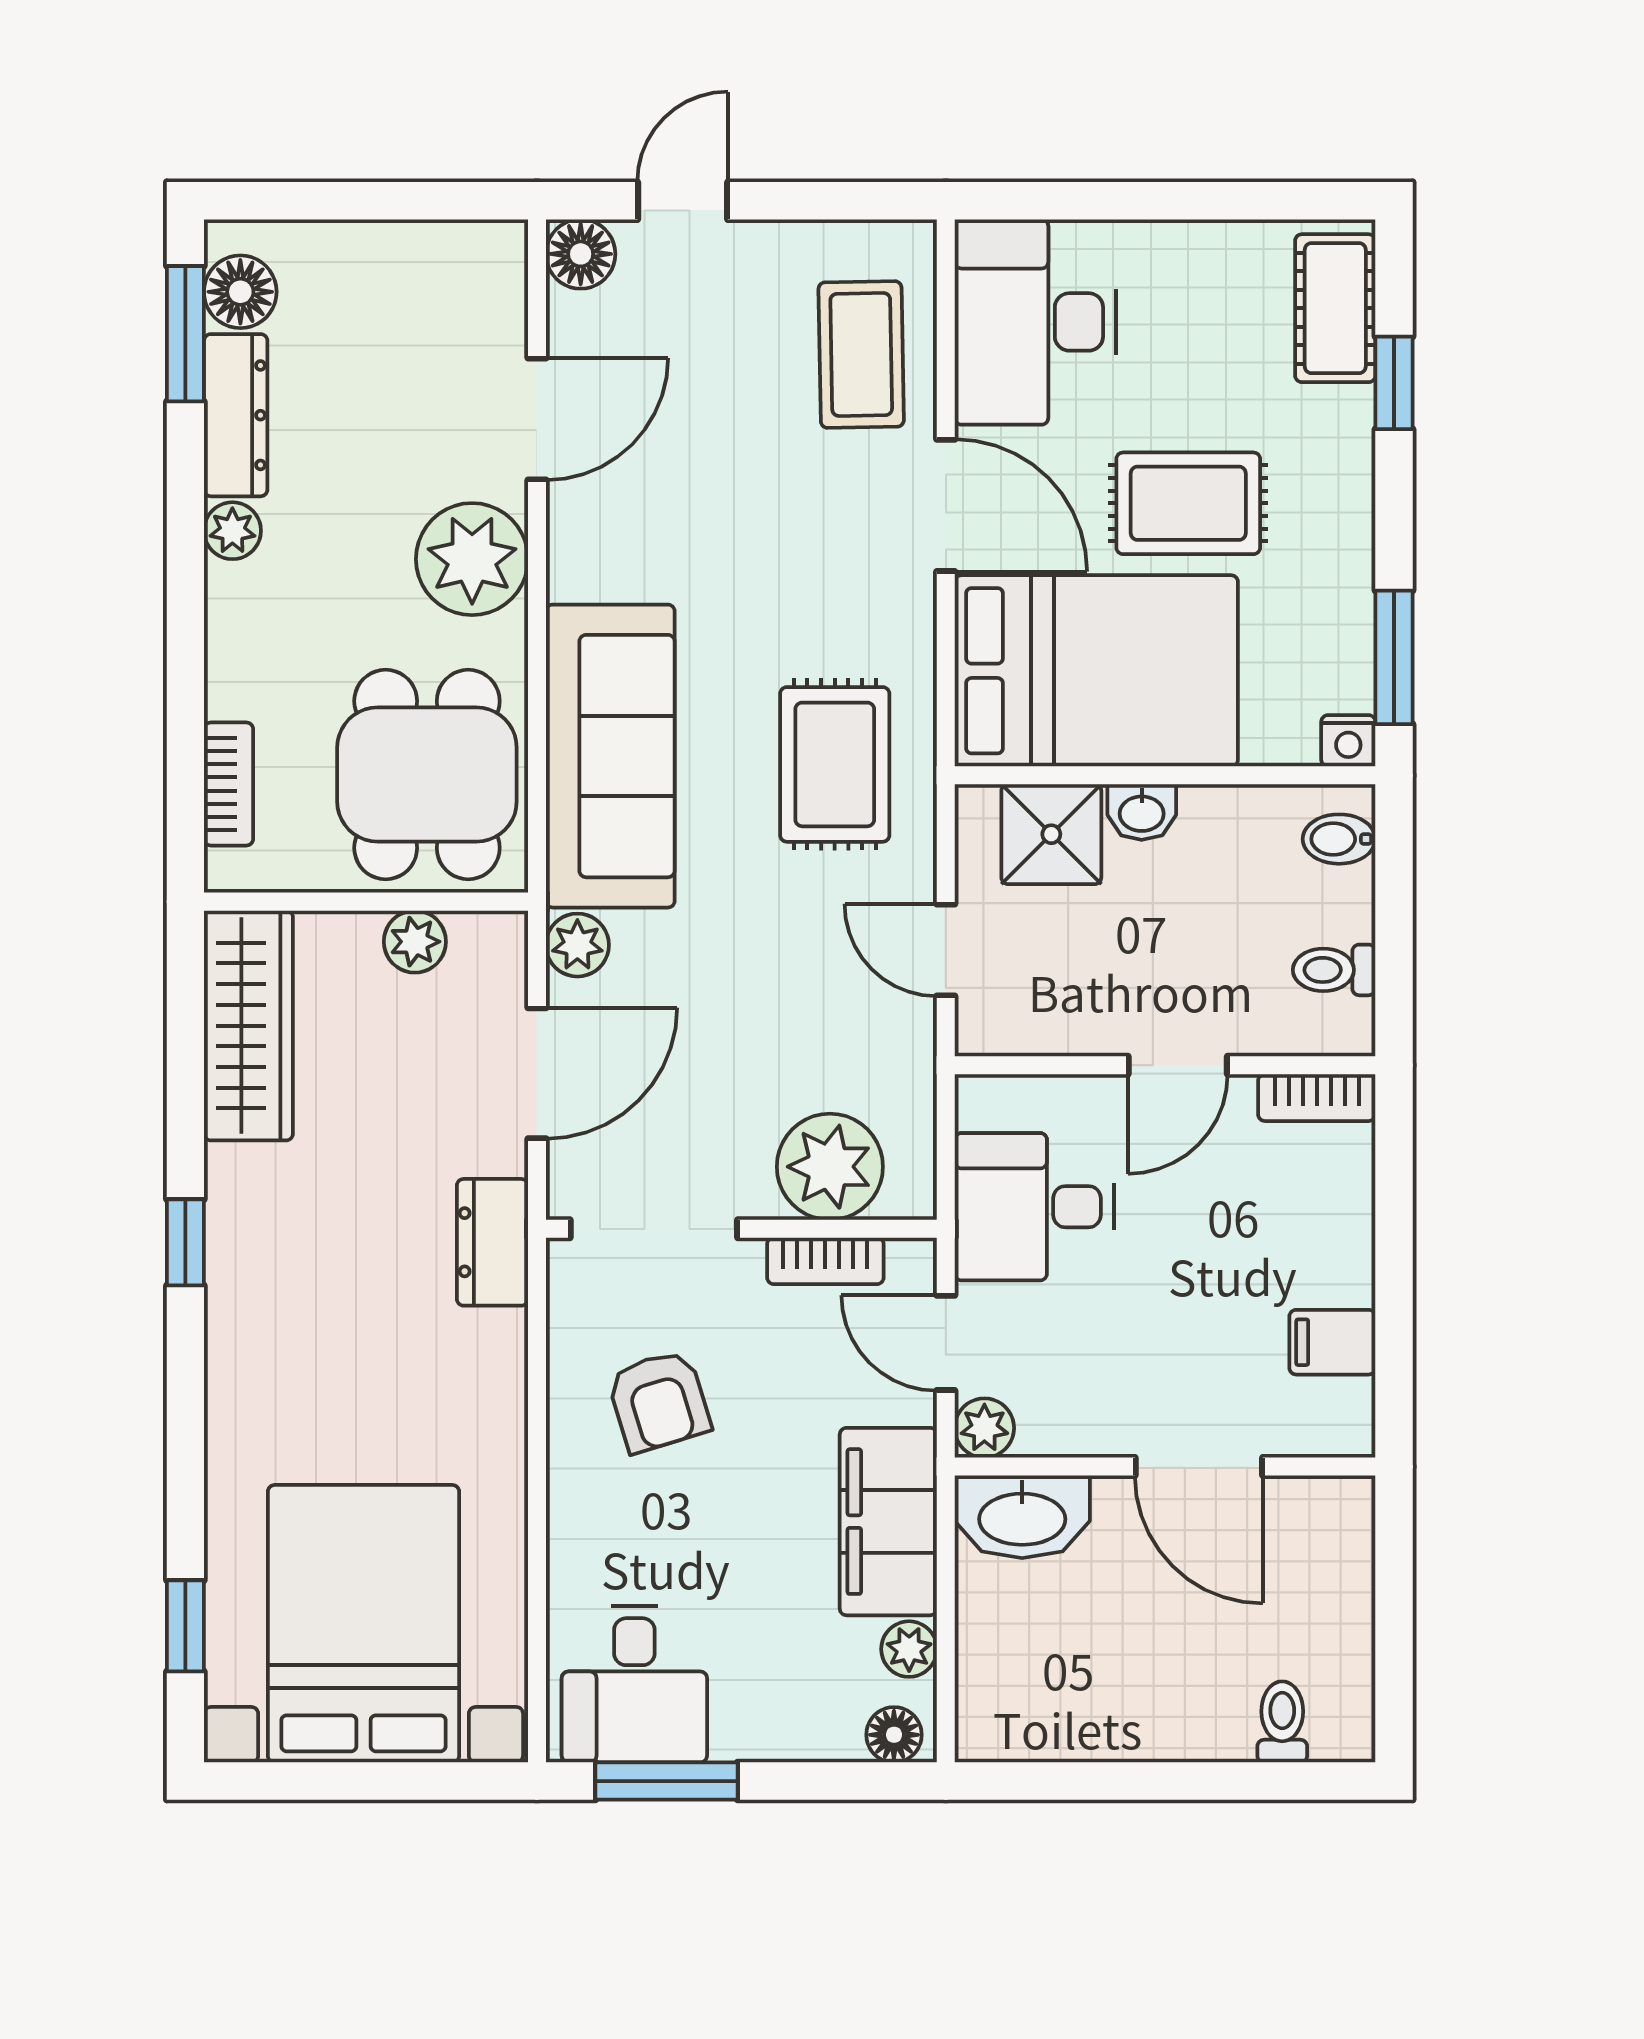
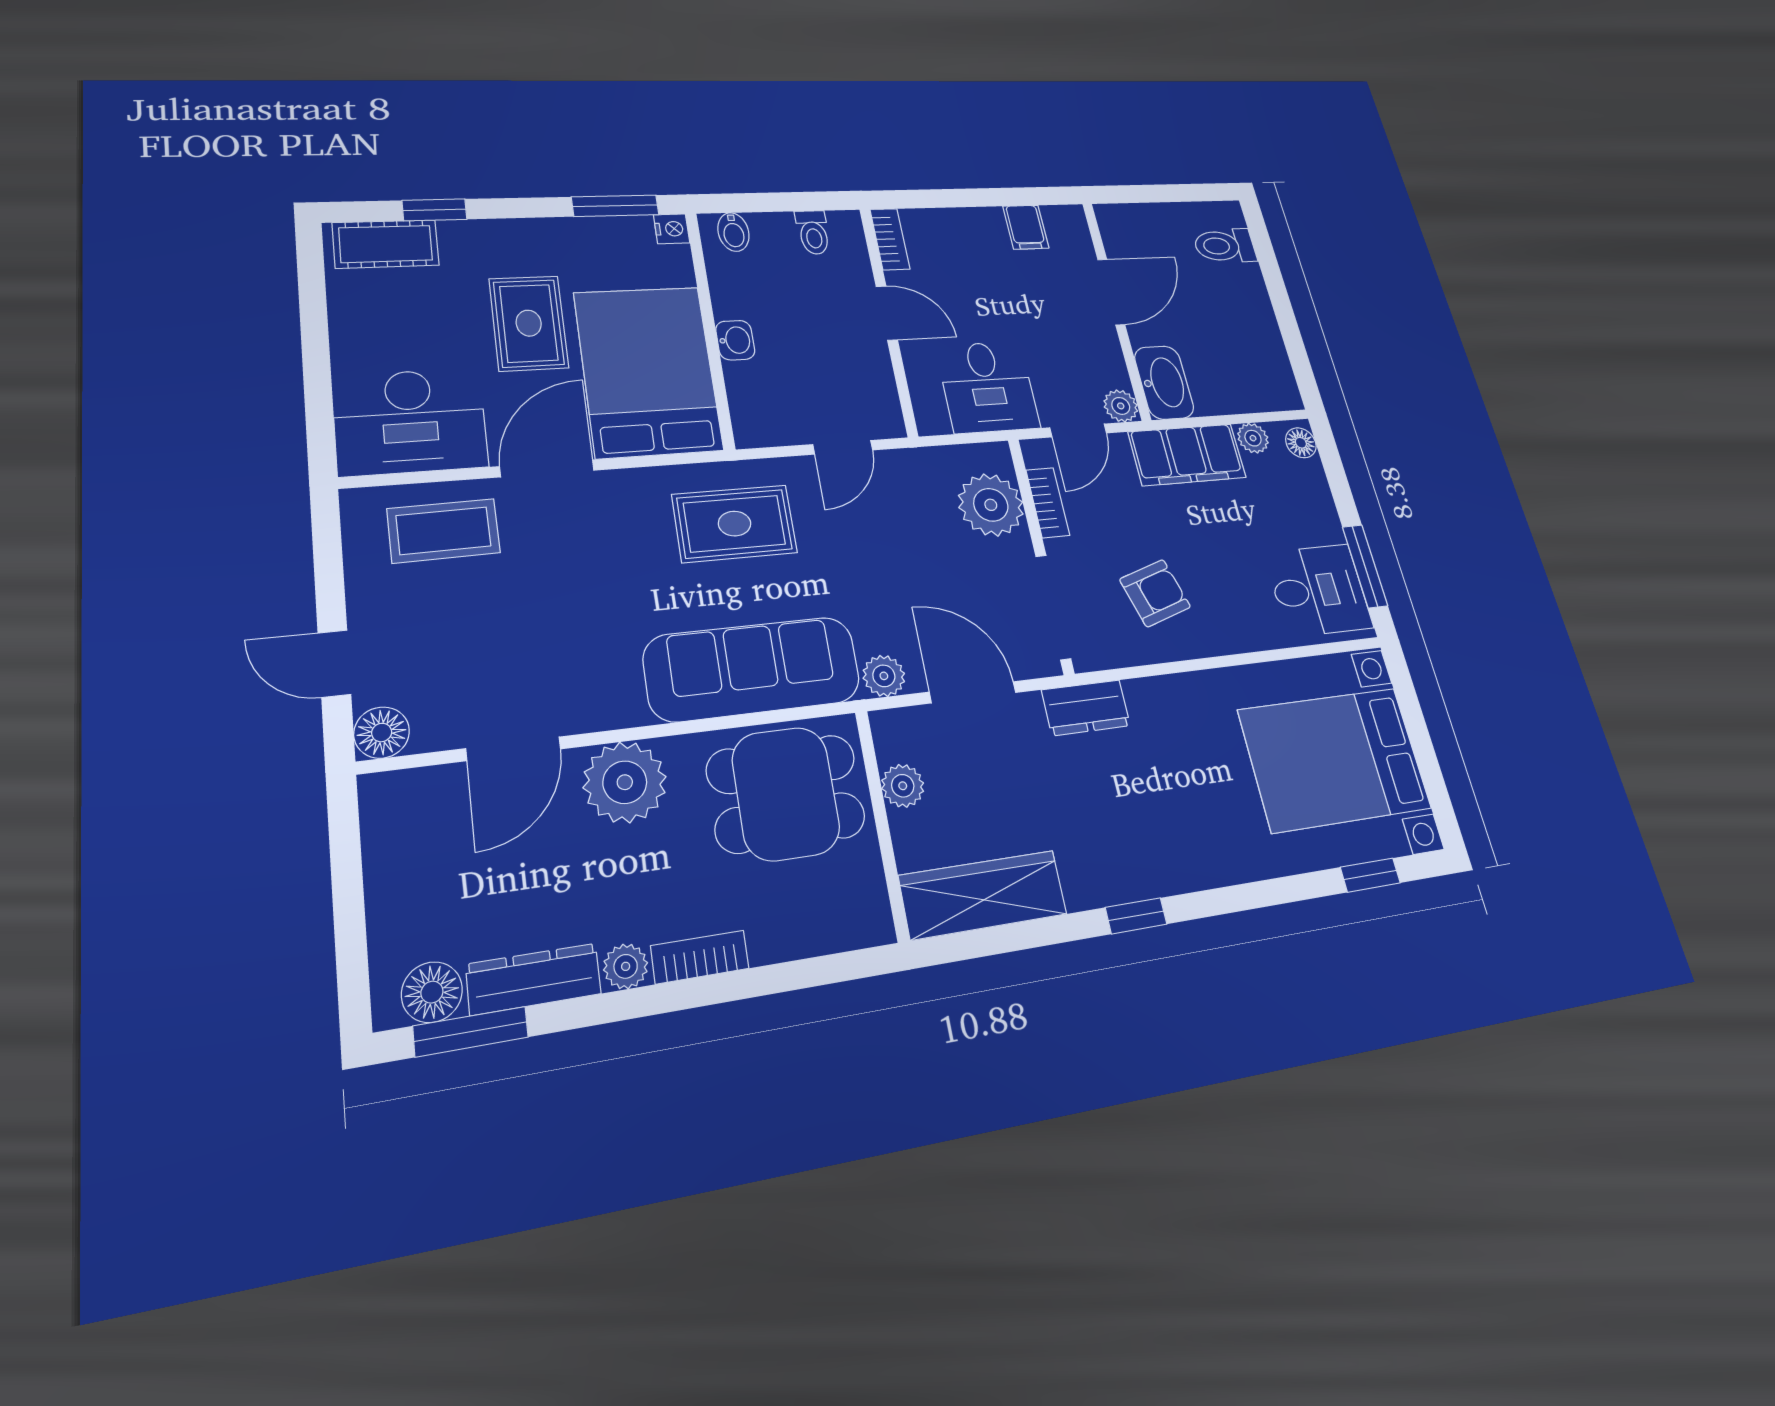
door: (537, 419) -> (514, 749), swing flipped
bookcase: (229, 784) -> (700, 957), moved
shower: (1051, 834) -> (758, 391), removed
toilet: (1282, 1722) -> (1225, 246), width x1.37, depth x1.39

